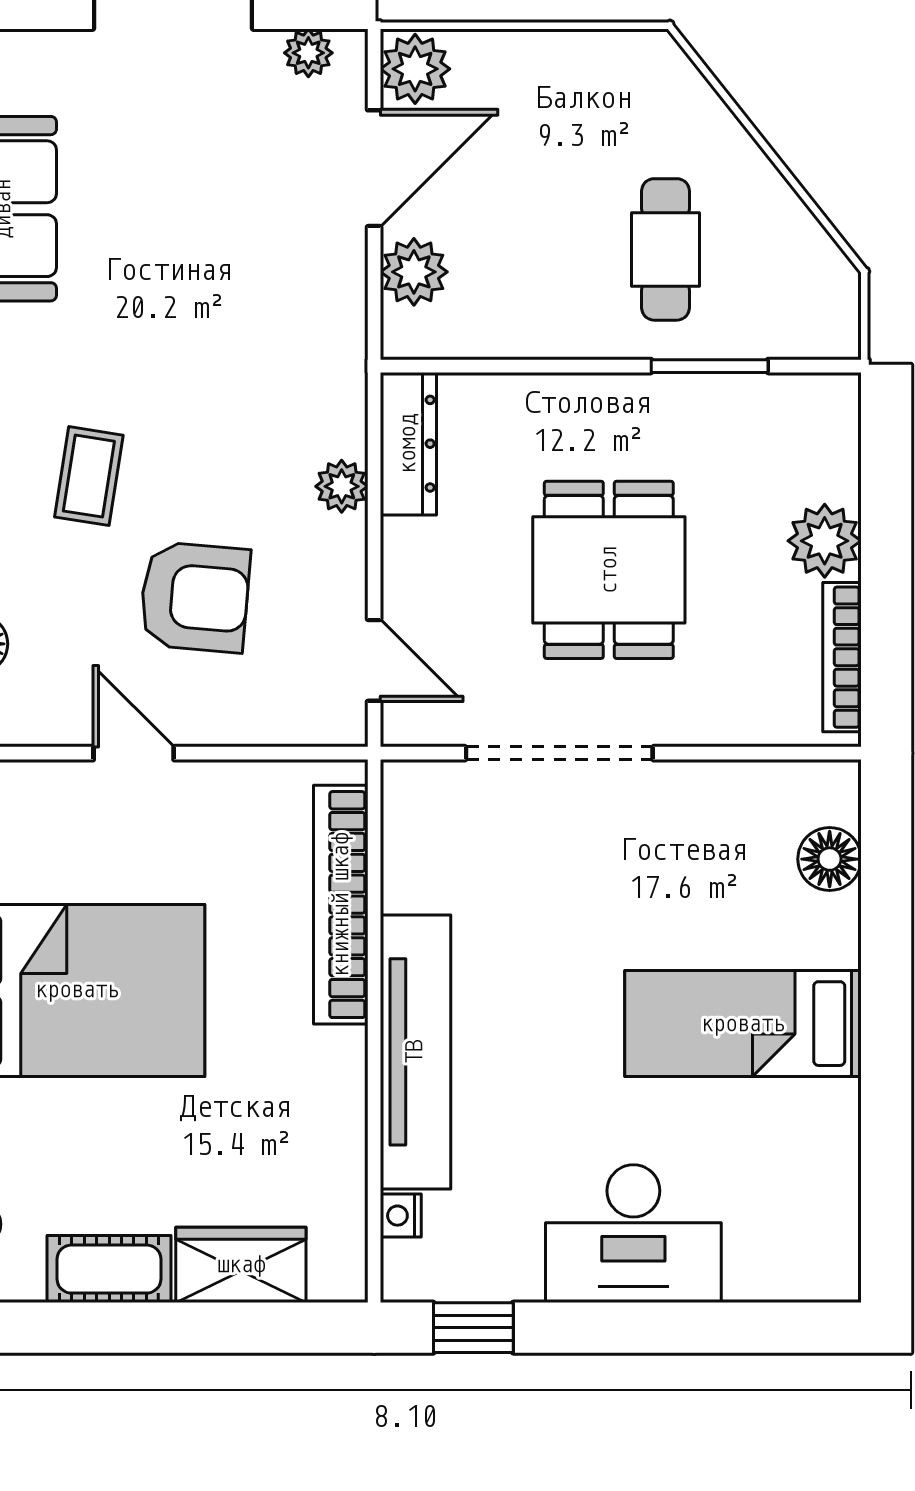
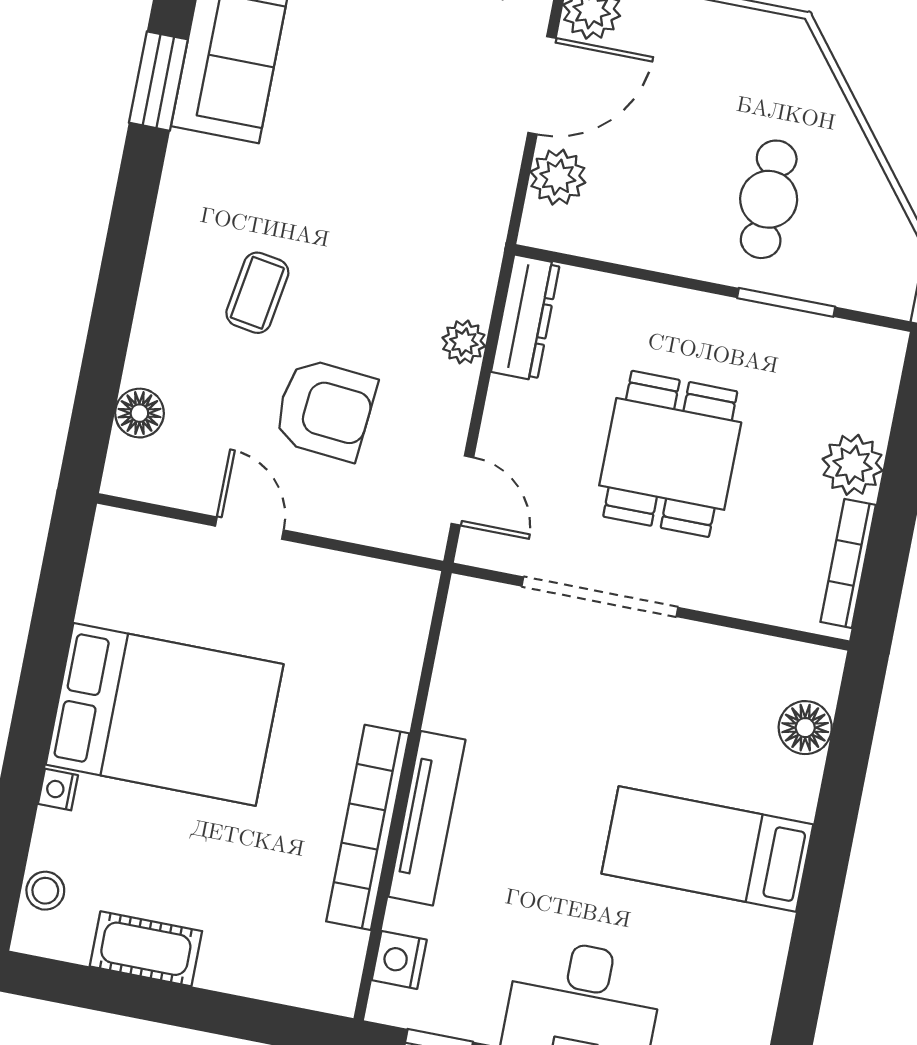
bookcase: (341, 905) -> (368, 827), moved
tv unit: (415, 1052) -> (427, 818), width x0.73, depth x0.78
nightstand: (401, 1216) -> (399, 960), width x1.39, depth x1.35
wardrobe: (241, 1265) -> (255, 967), removed

